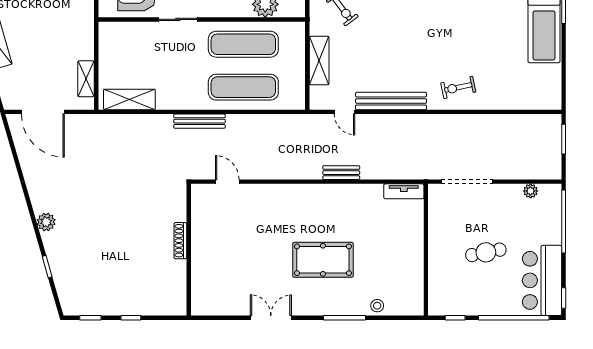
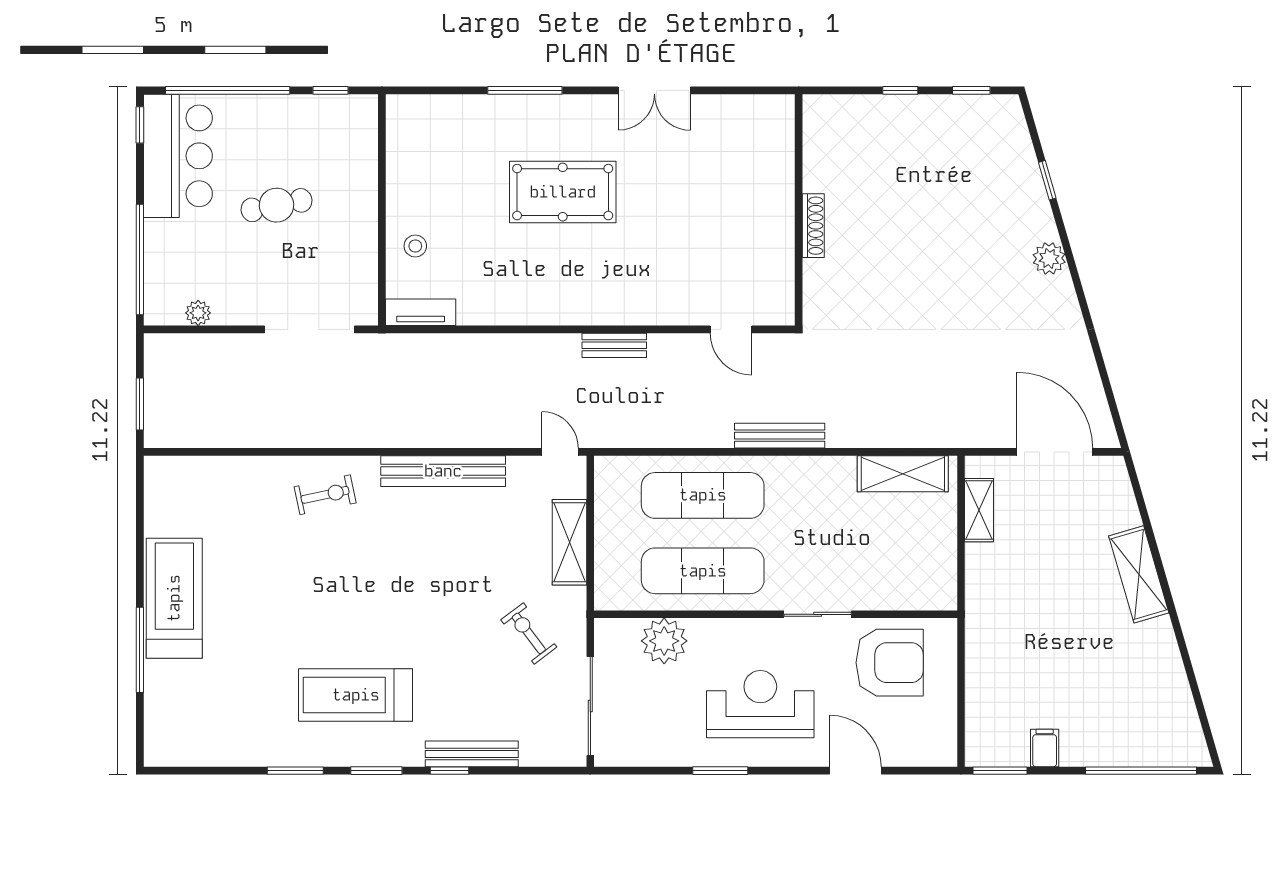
door: (344, 112) -> (560, 452), moved
bench: (341, 173) -> (614, 345), moved
stool: (377, 306) -> (415, 246), moved

